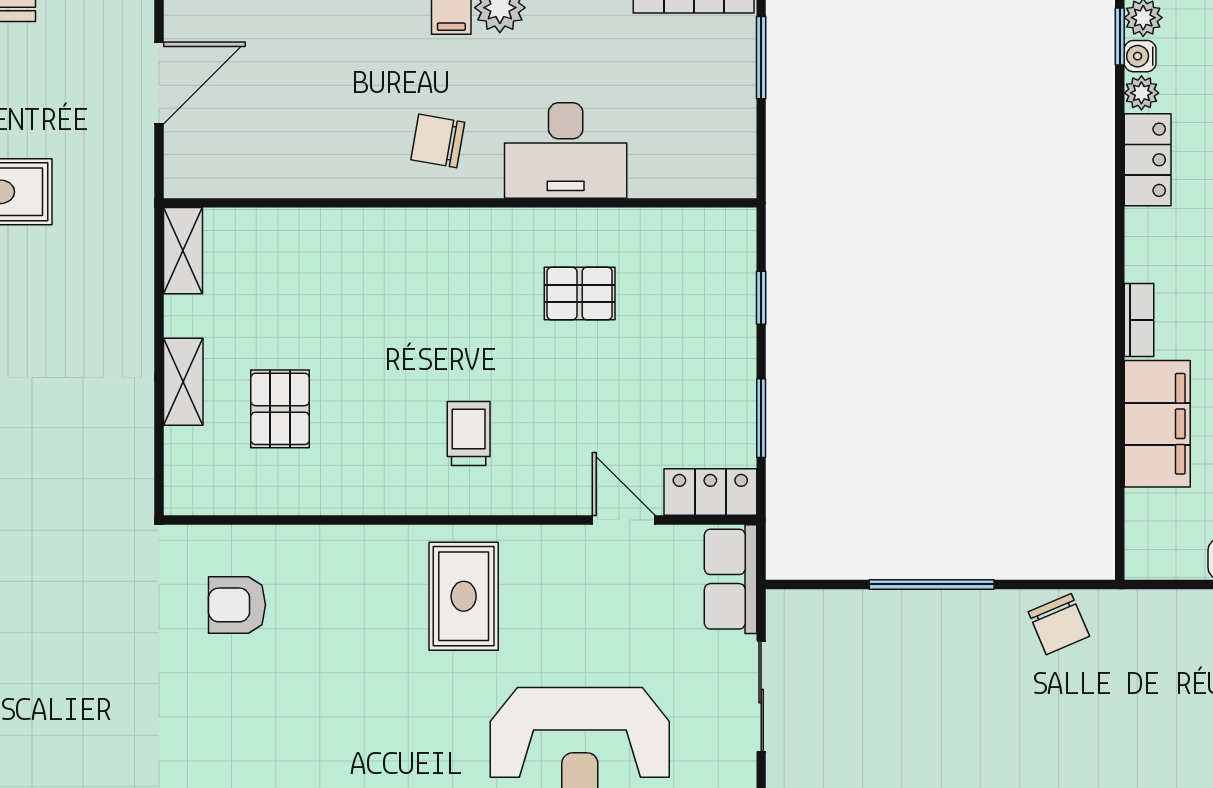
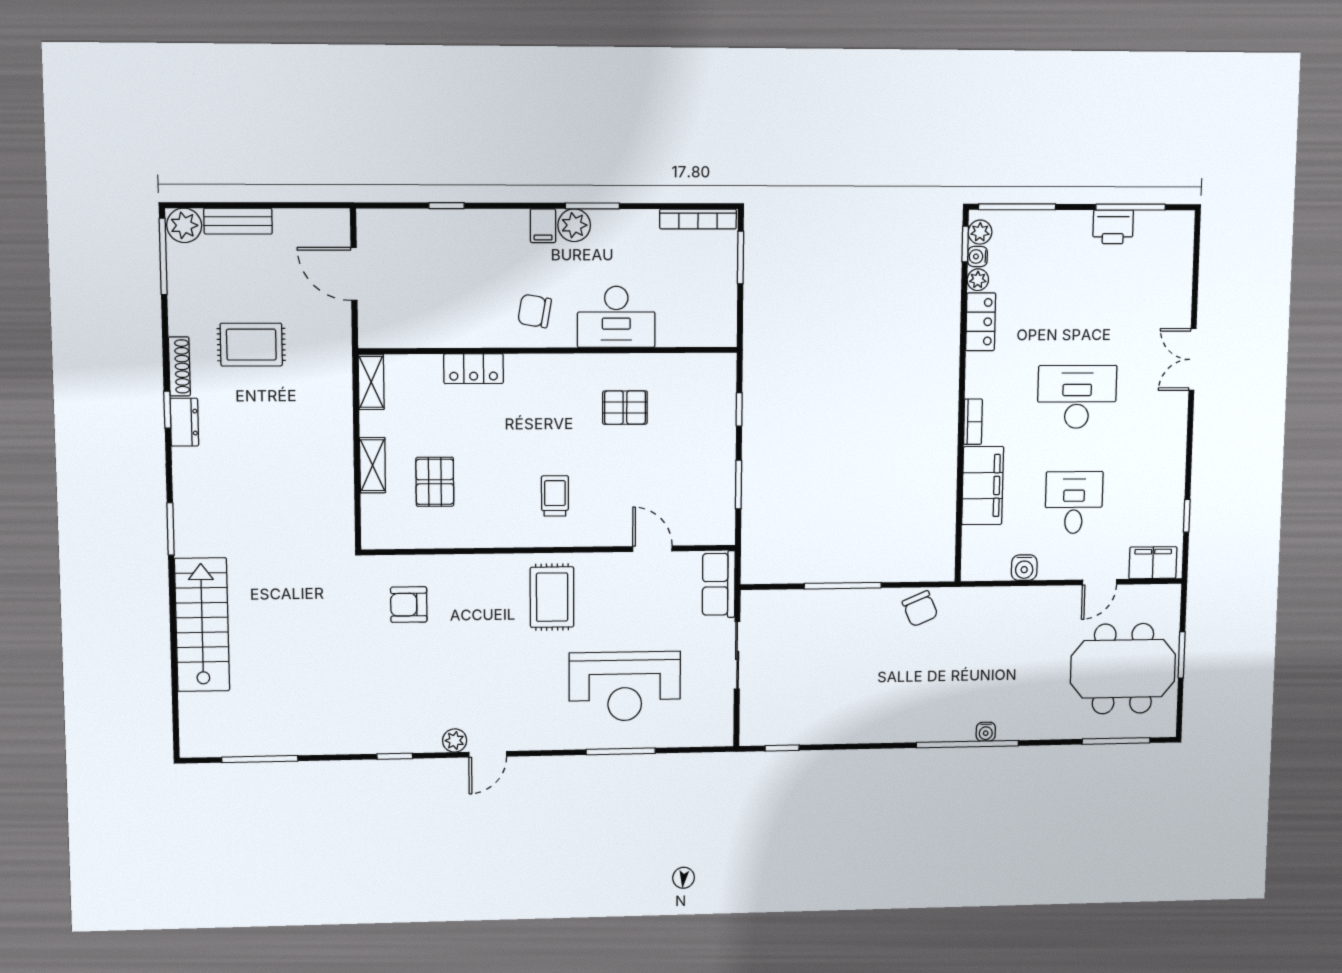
door: (159, 83) -> (354, 274), swing flipped
locker: (710, 492) -> (474, 369), moved, turned 180

